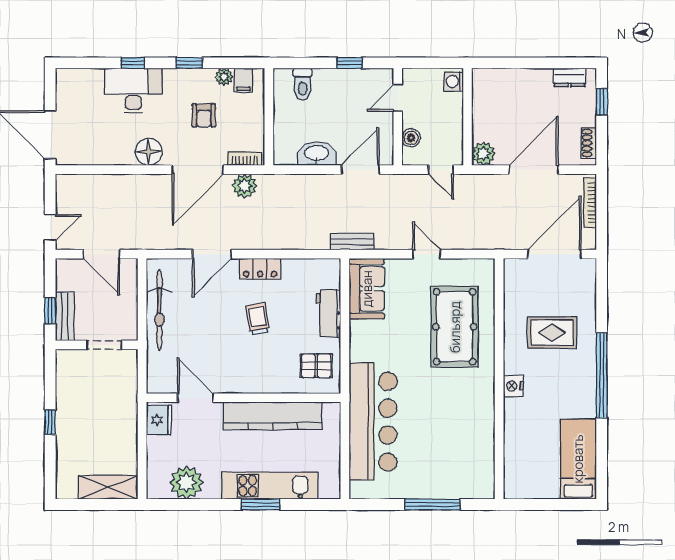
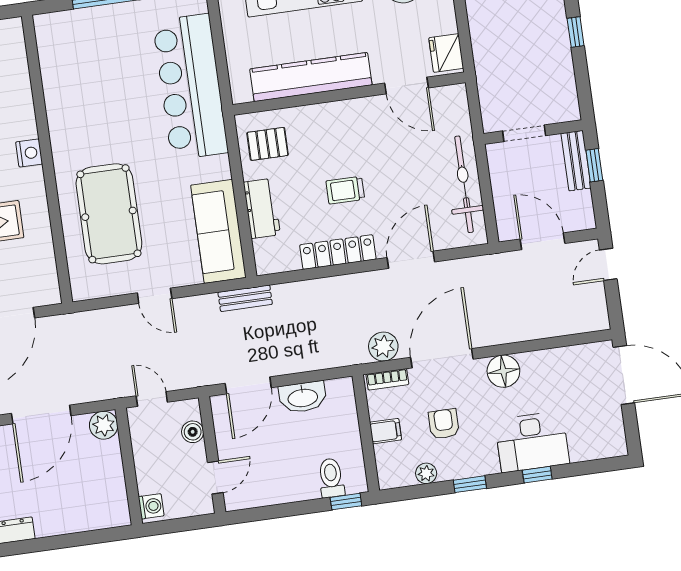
window: (349, 63) -> (346, 502), moved
filing cabinet: (243, 80) -> (386, 431), moved, turned 90
locker: (260, 269) -> (338, 252), width x1.53
sofa: (367, 289) -> (218, 231), width x1.36
trolley: (258, 319) -> (345, 190), turned 100

